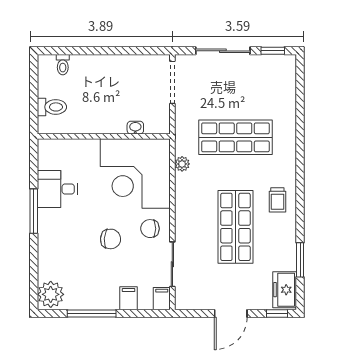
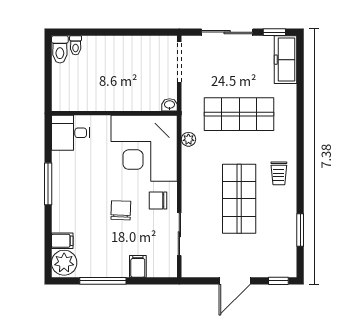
toilet: (52, 107) -> (60, 49), moved, turned 90
washbasin: (135, 128) -> (170, 105), moved
desk: (57, 189) -> (70, 133), moved
chair: (111, 239) -> (121, 210), turned -92
freezer: (285, 290) -> (286, 60), moved, width x1.40
filing cabinet: (162, 299) -> (62, 241), moved, turned 90

